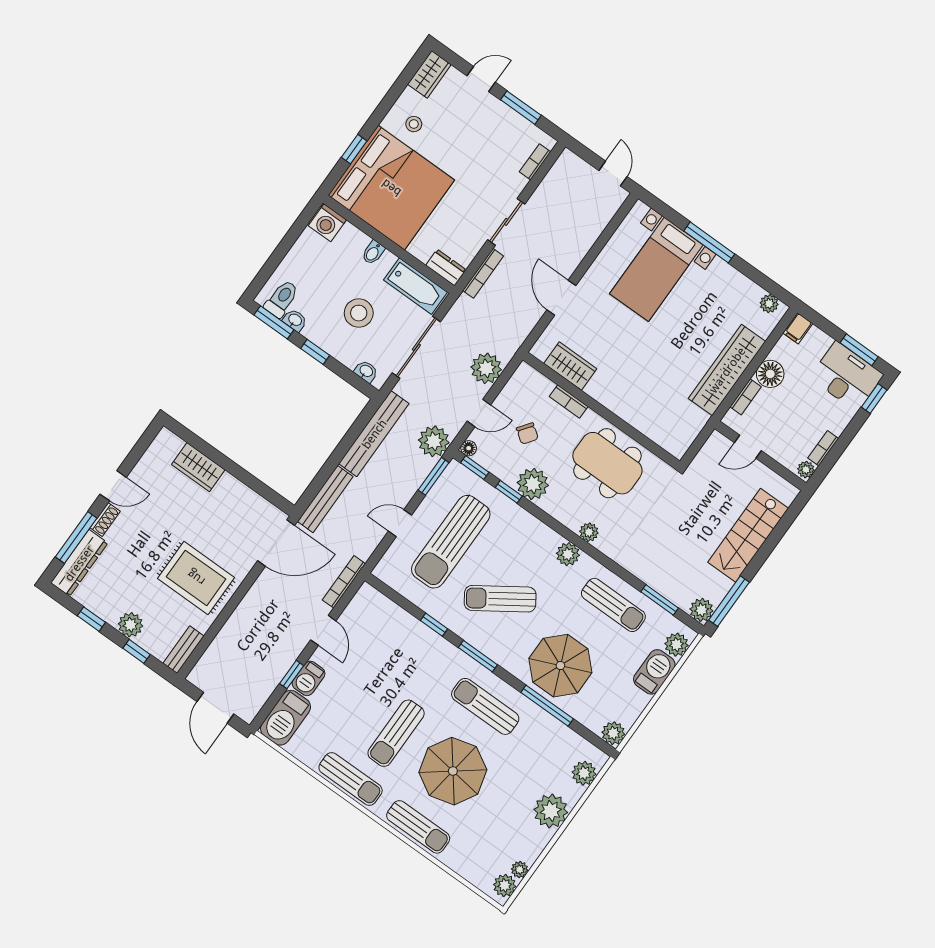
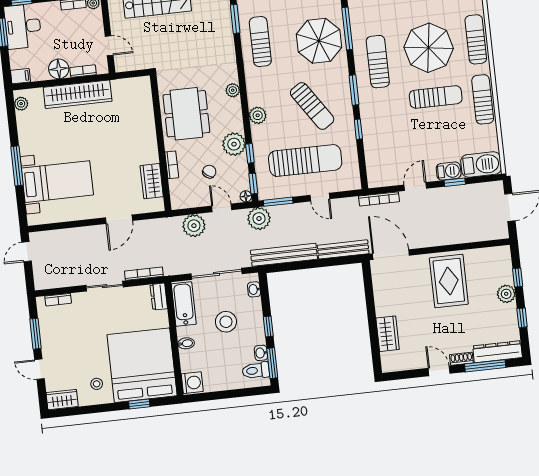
plant: (568, 554) -> (258, 115), moved
bench: (184, 650) -> (494, 253), removed
sun lounger: (485, 706) -> (378, 62), turned 180

